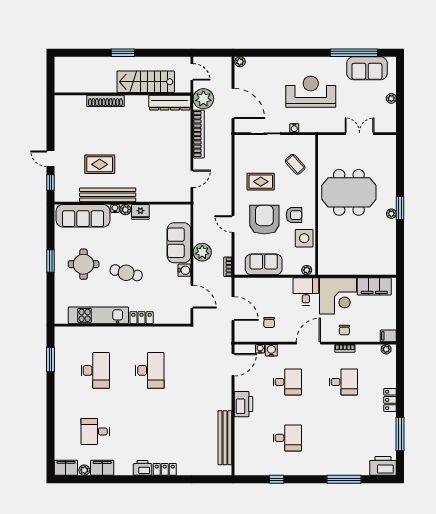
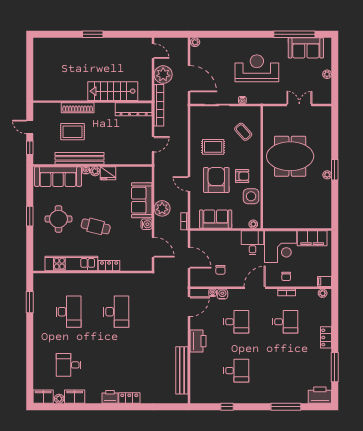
stairs: (146, 82) -> (113, 91), moved
wall: (123, 94) -> (92, 102), moved
shoe rack: (105, 101) -> (78, 108), moved
dresser: (170, 103) -> (134, 109), moved

